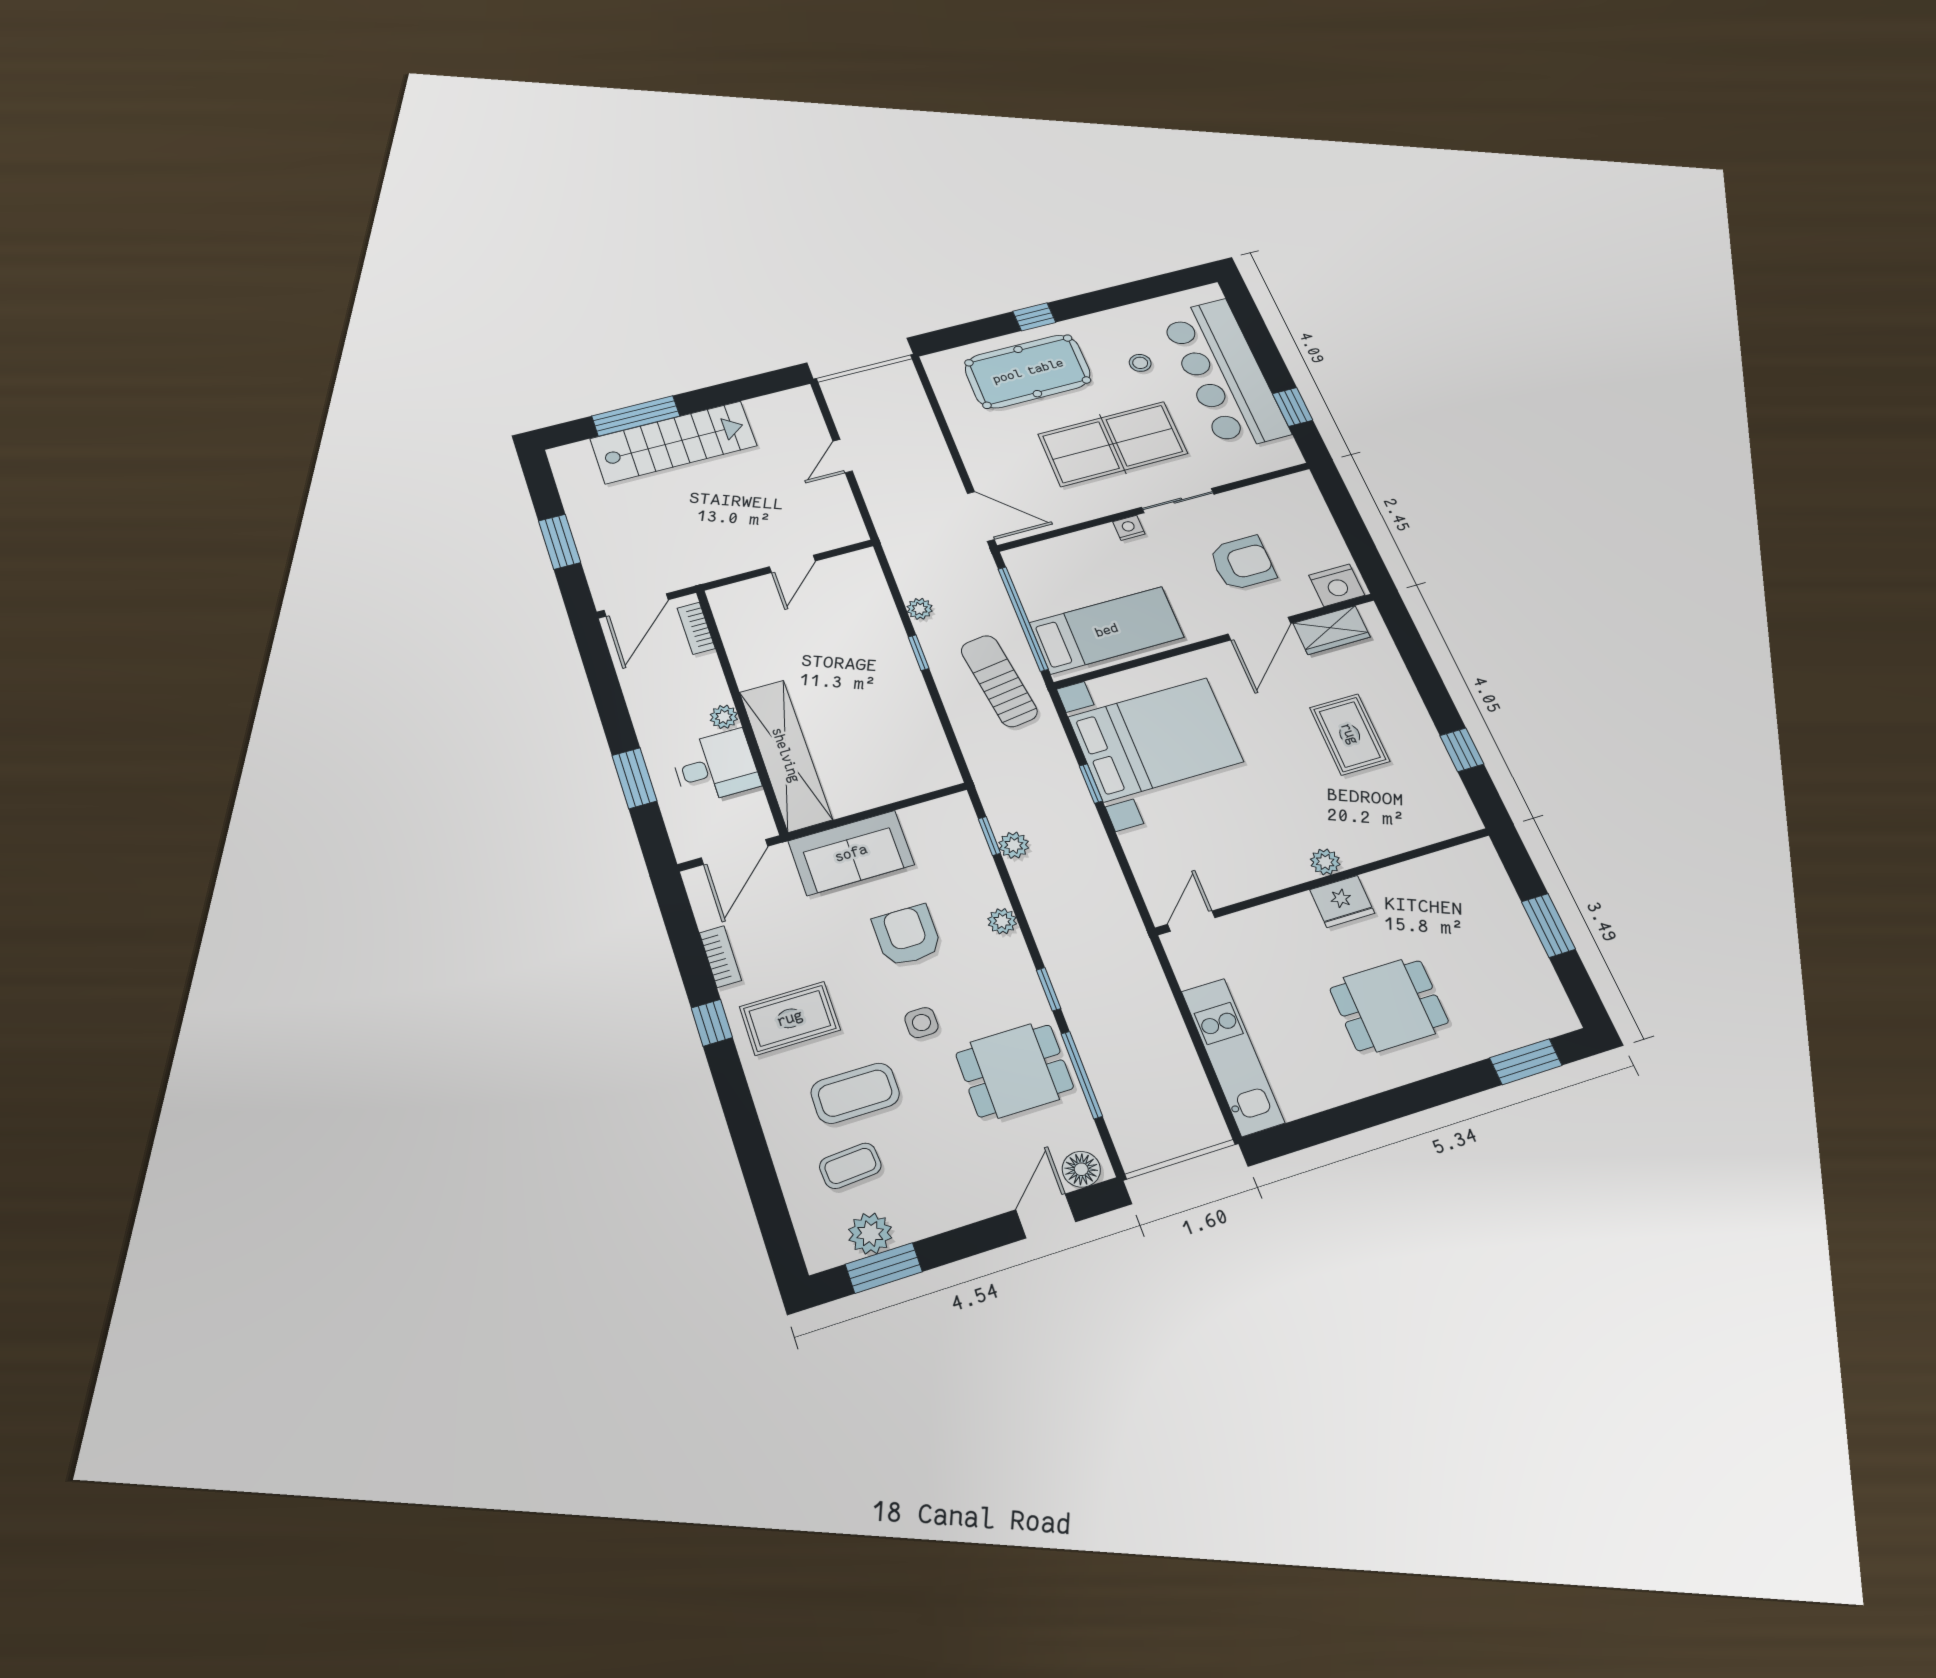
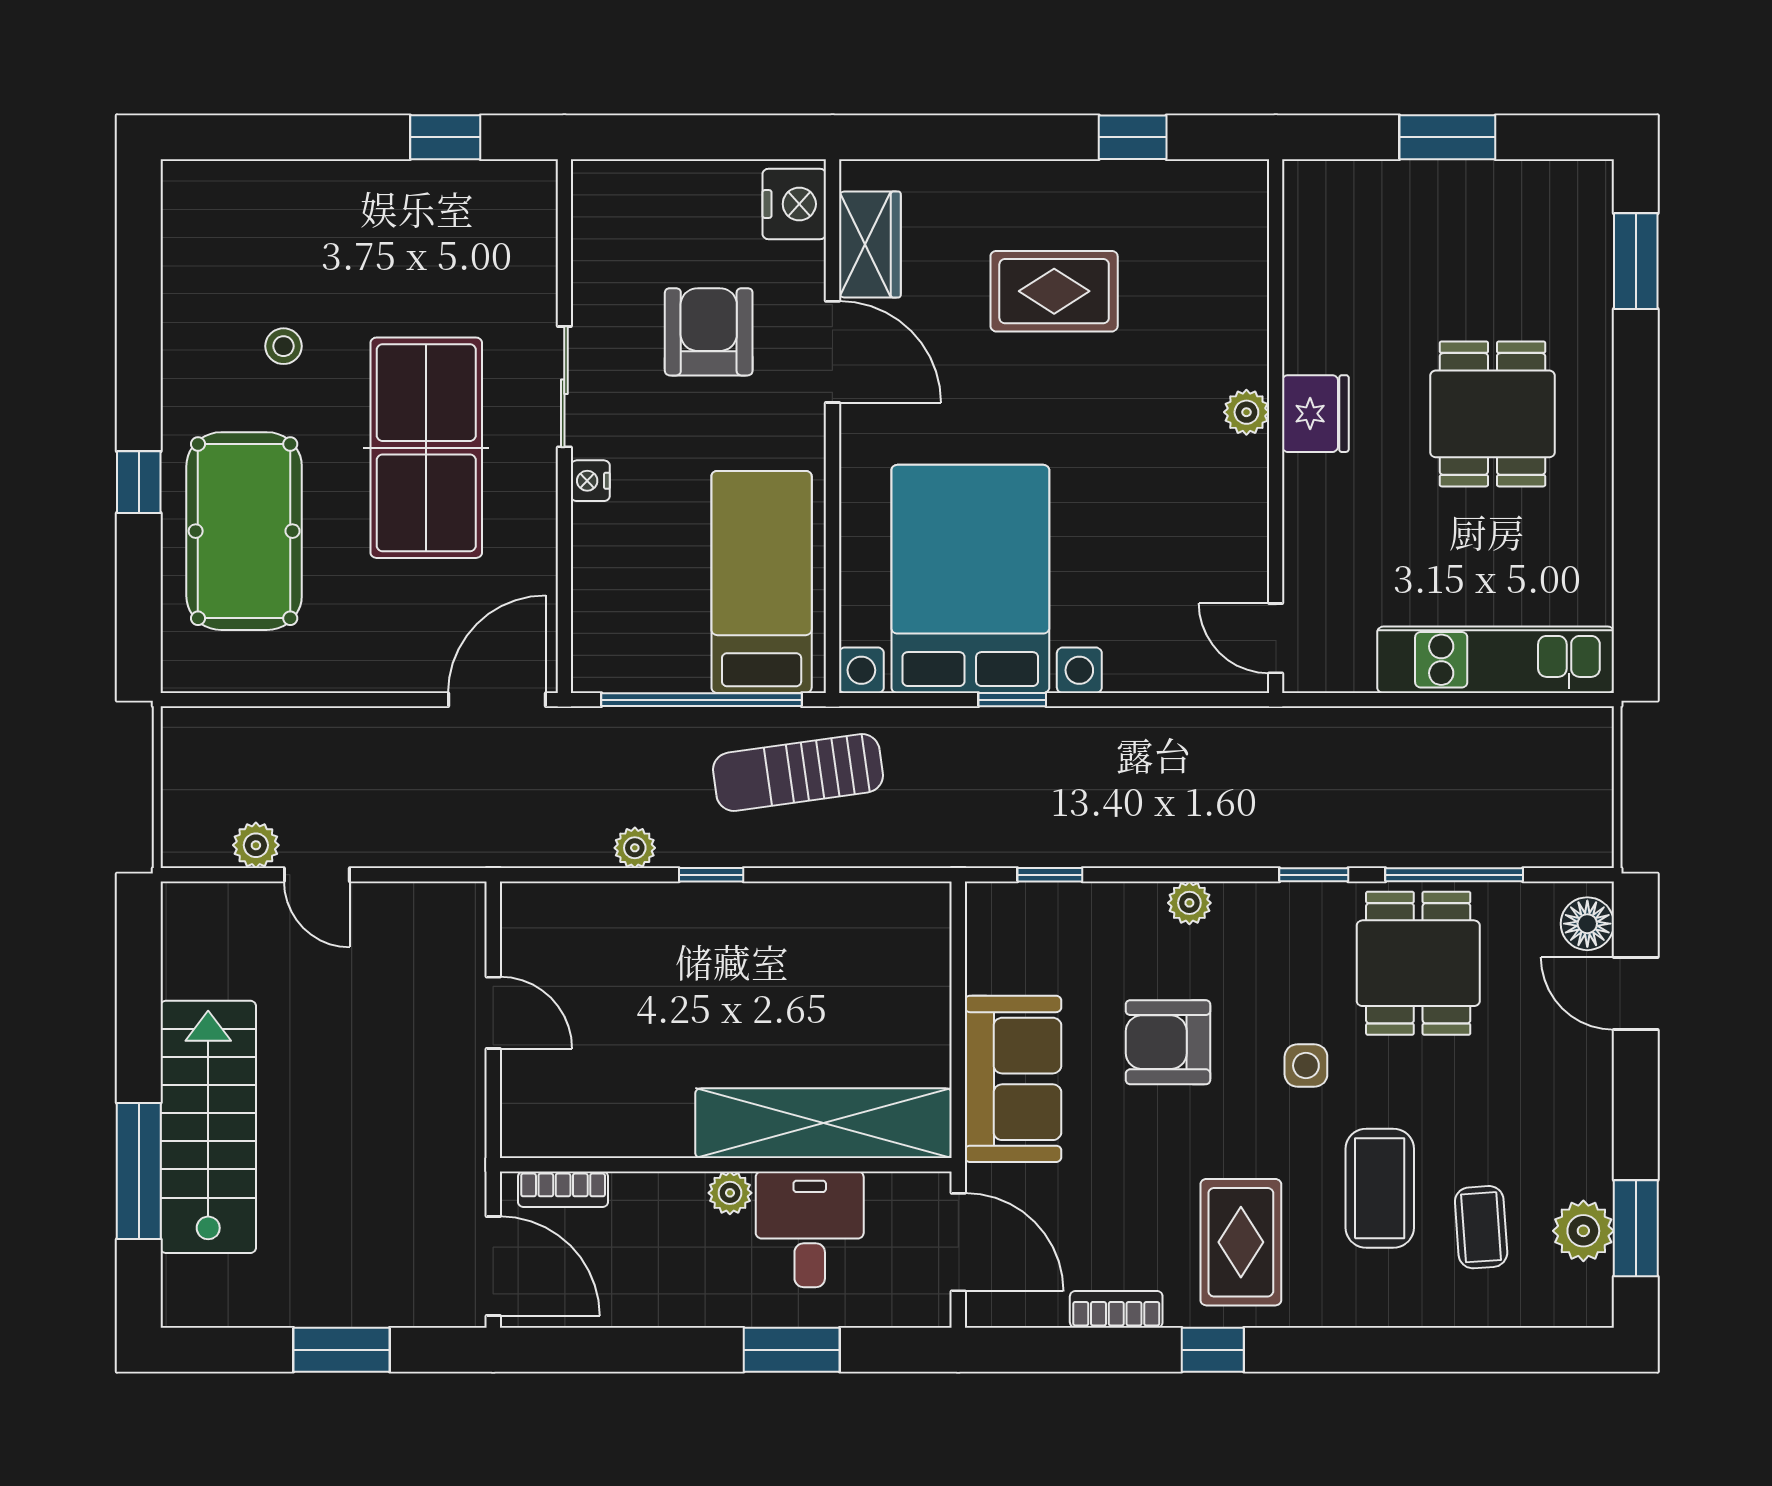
bar counter: (1224, 374) -> (348, 220), removed
plant: (1014, 845) -> (256, 845), moved

